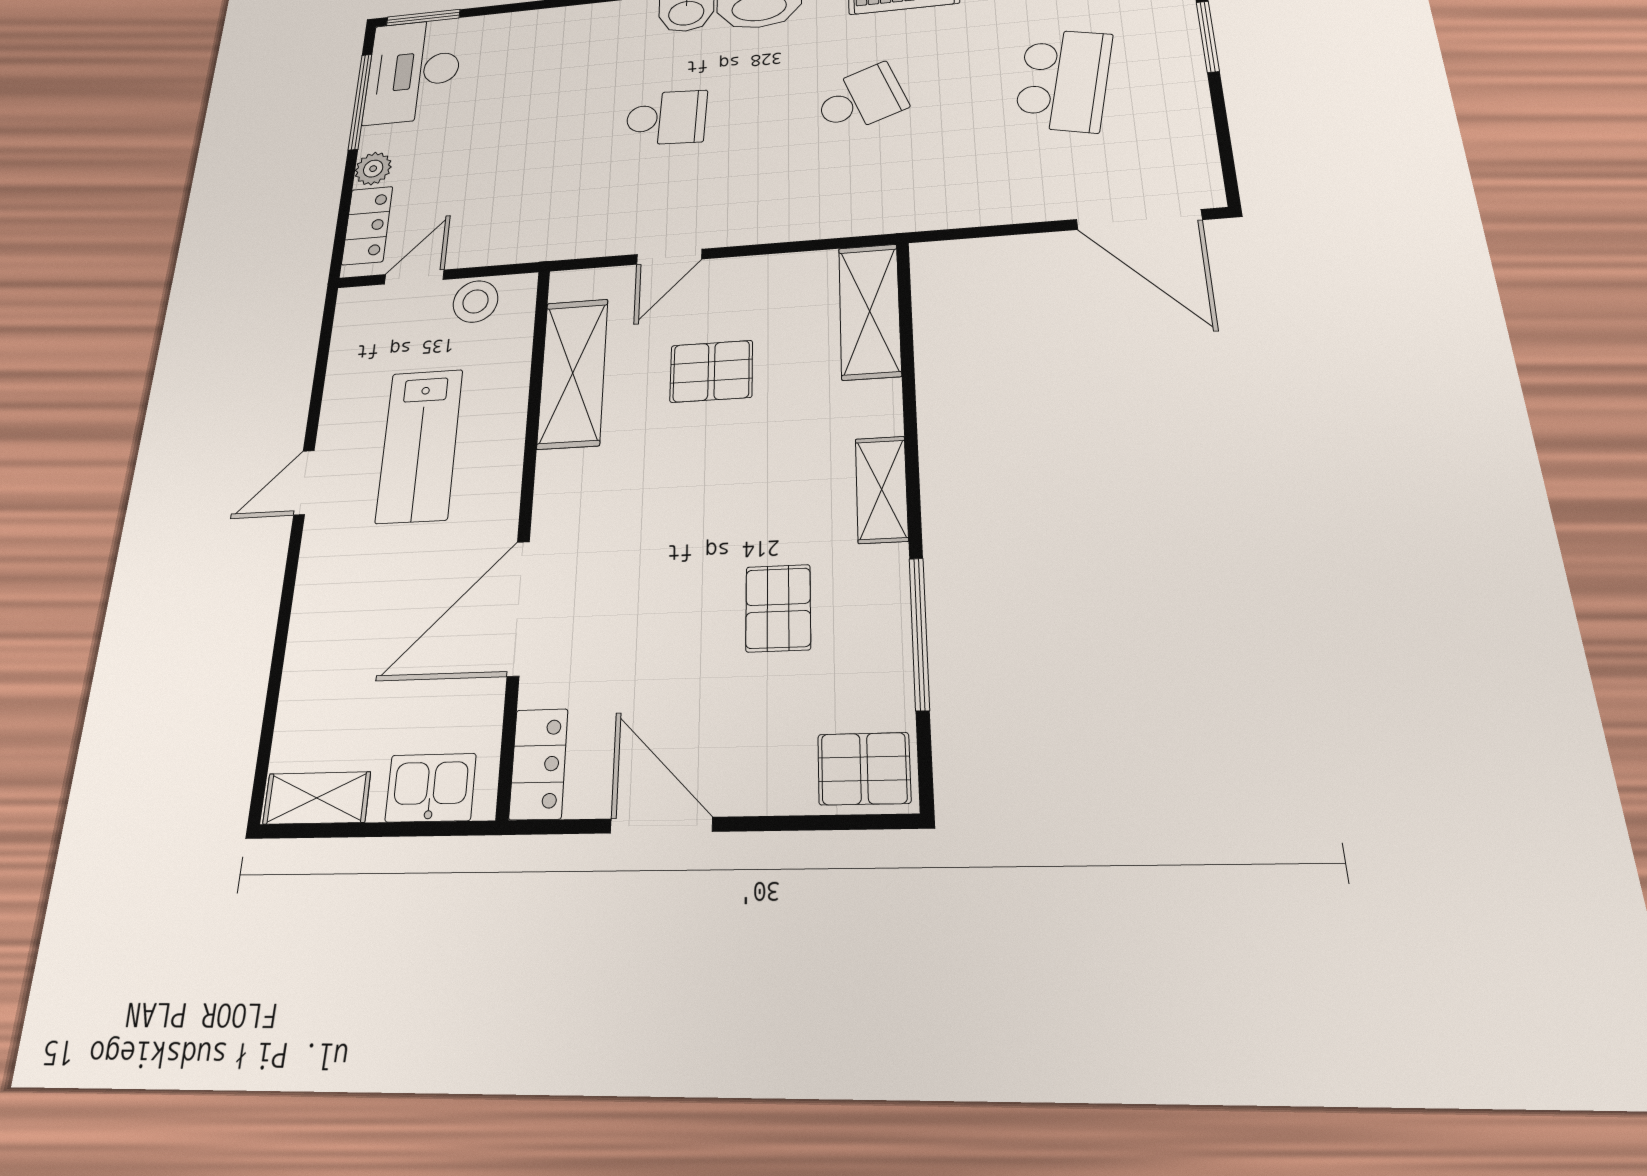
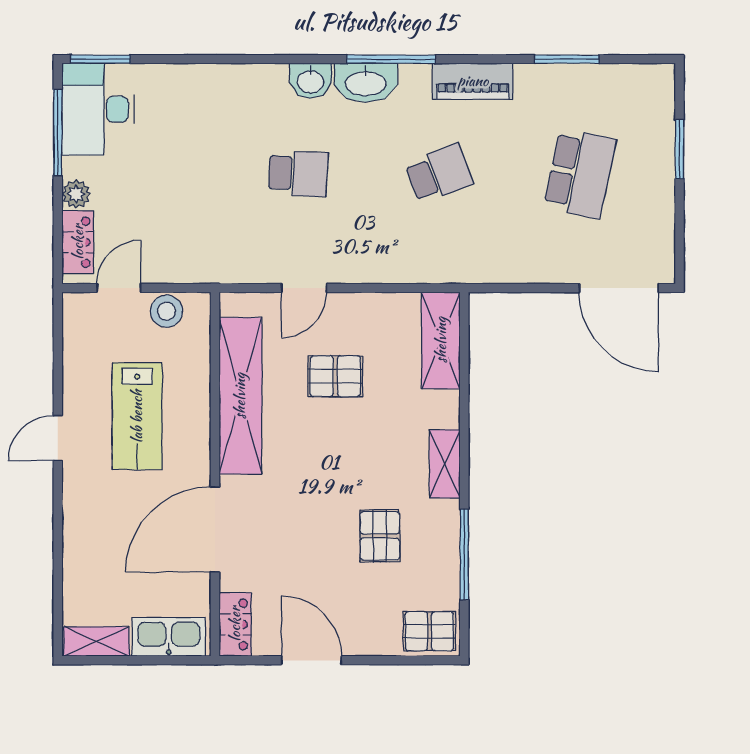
shelving: (573, 373) -> (240, 396), width x1.47
kitchen sink: (431, 788) -> (169, 637), width x1.38

